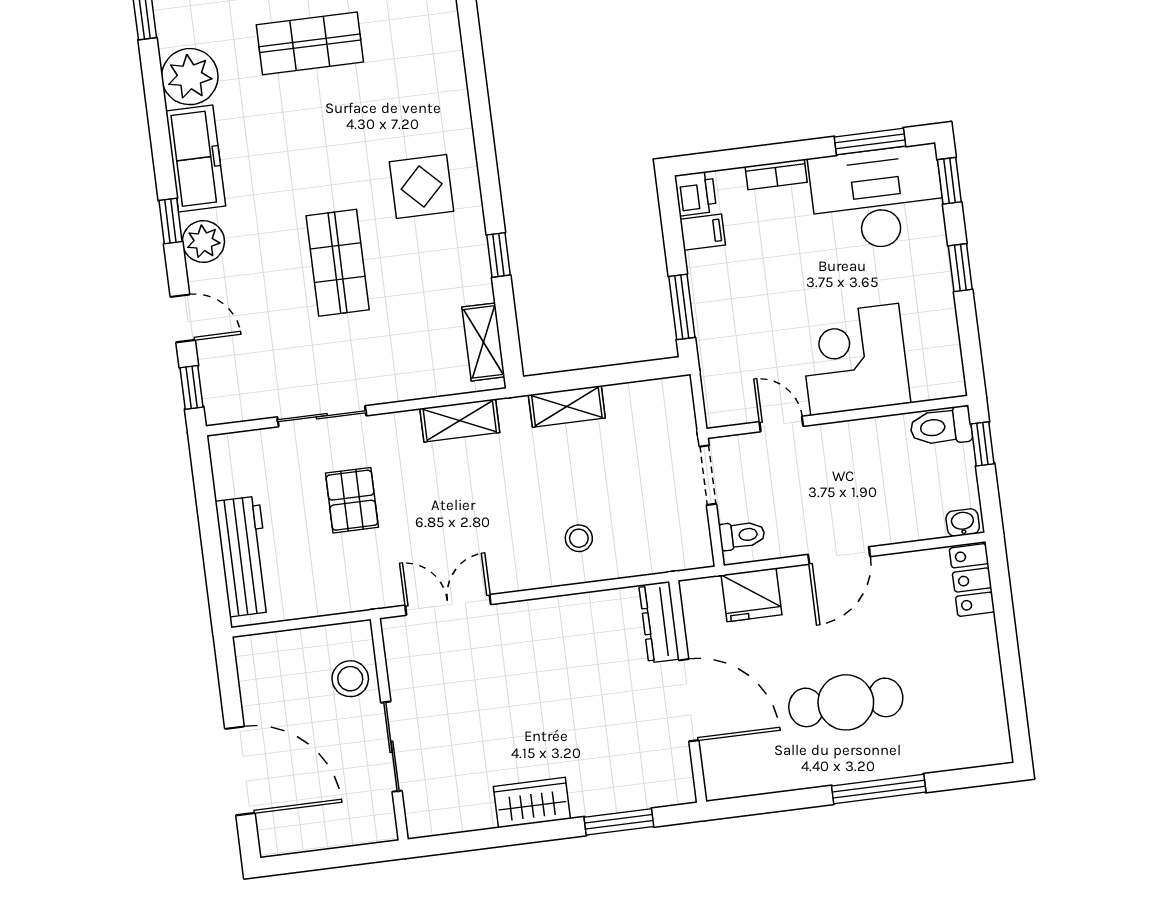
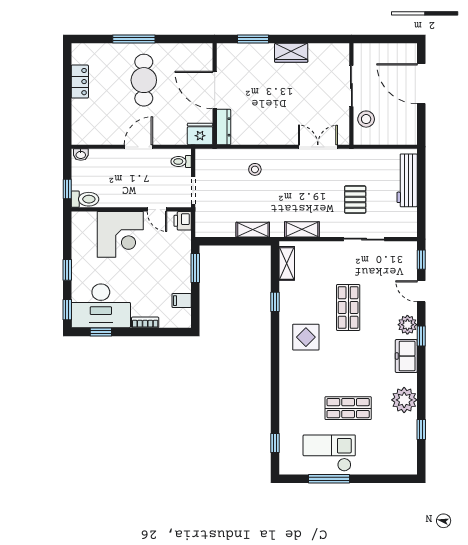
window: (870, 141) -> (101, 332), width x0.67
freezer: (196, 159) -> (406, 356), width x0.71
printer: (696, 193) -> (183, 221), moved
locker: (972, 580) -> (80, 82), moved
fridge: (751, 595) -> (200, 134), moved
double door: (448, 605) -> (318, 147), swing flipped
cafe table: (846, 702) -> (144, 80), turned 90

